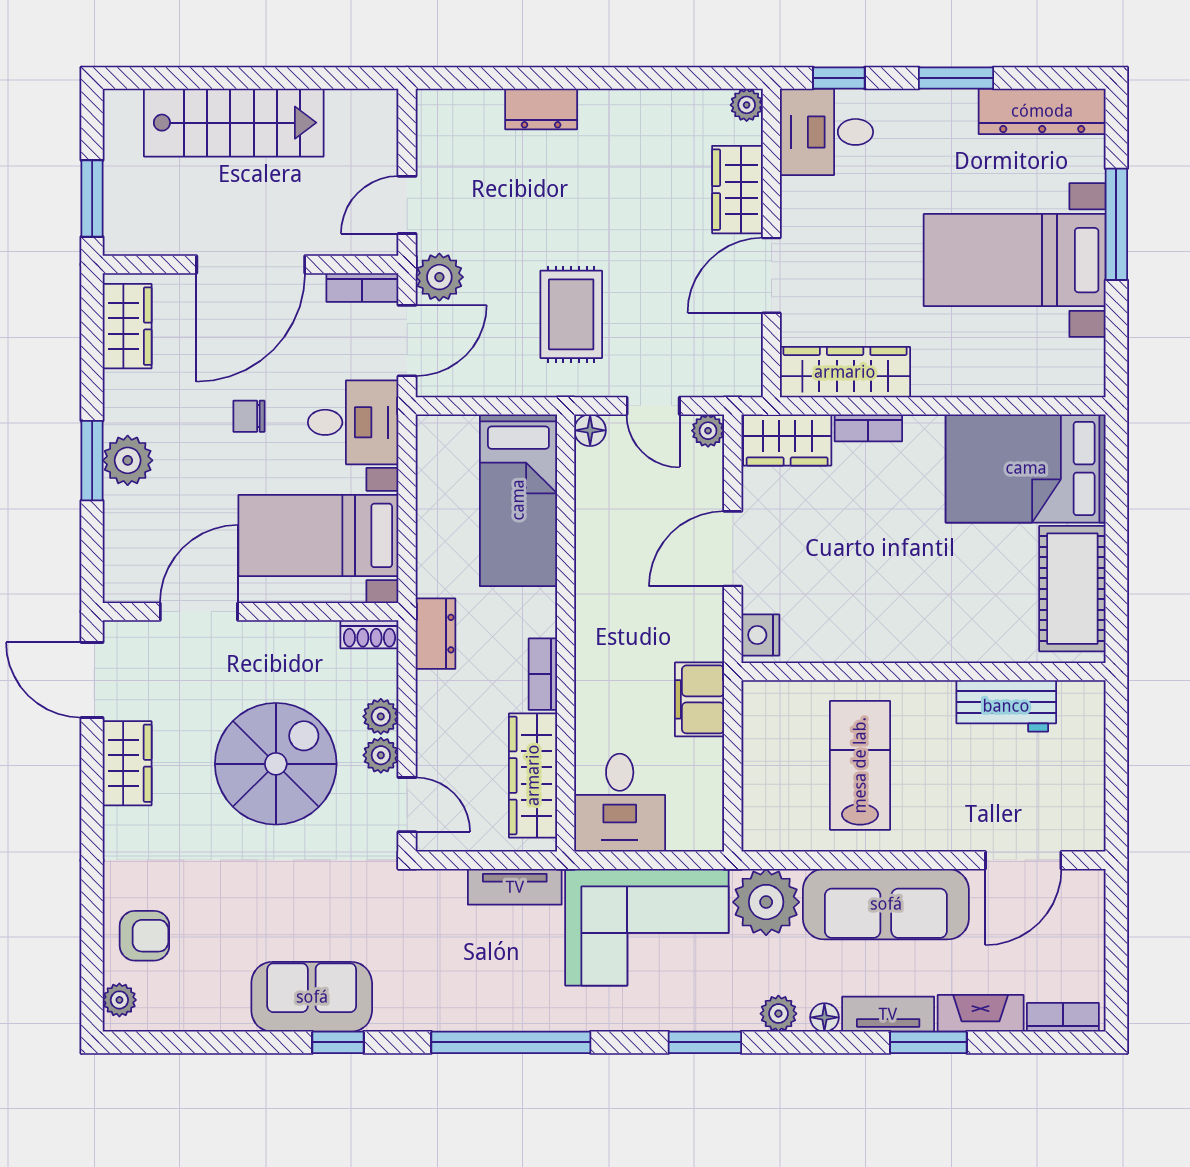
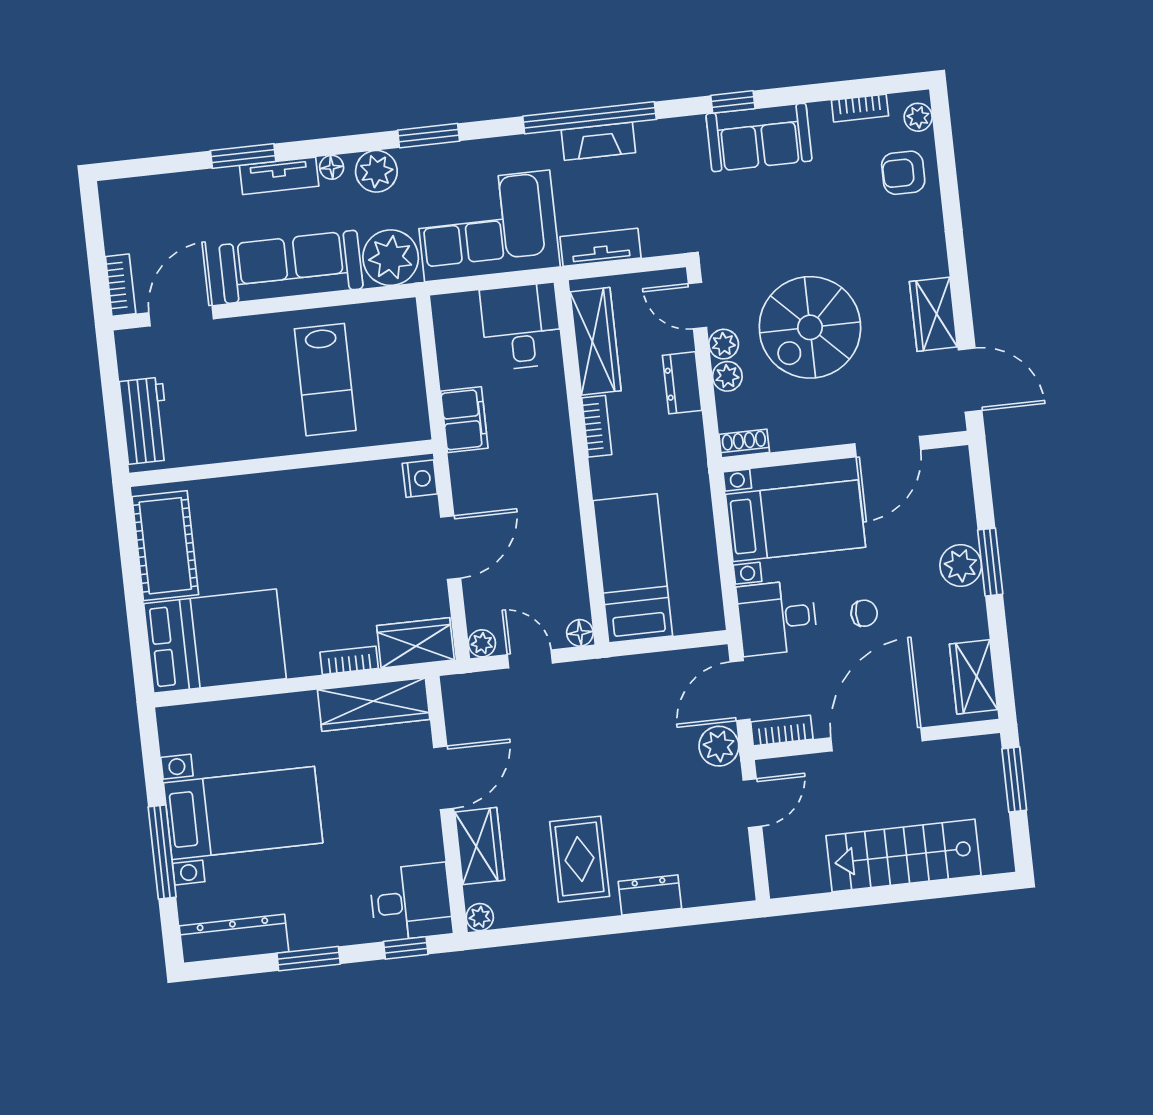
rug: (571, 314) -> (580, 859), moved
dresser: (435, 634) -> (682, 383), moved
workbench: (1006, 706) -> (145, 421), moved, turned 90
fireplace: (981, 1013) -> (598, 141), moved
plant: (778, 1014) -> (376, 171), width x1.38, depth x1.38
bookcase: (1063, 1017) -> (121, 285), moved, turned -90
bookcase: (188, 1018) -> (860, 108), added

